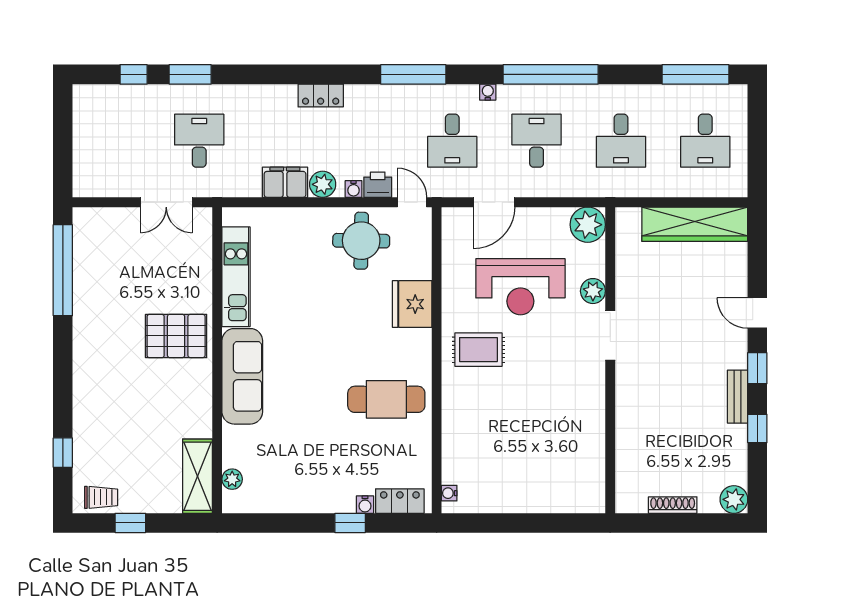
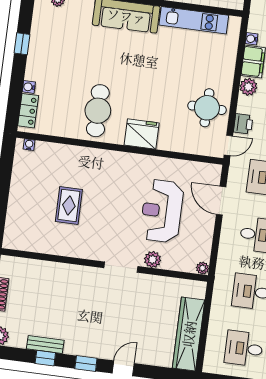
water cooler: (354, 189) -> (252, 39), moved
plant: (588, 225) -> (203, 268), width x0.53, depth x0.53
fridge: (412, 304) -> (142, 134), moved
rug: (478, 350) -> (69, 205), moved
bench: (738, 397) -> (45, 344), moved
window: (350, 523) -> (22, 44), moved

